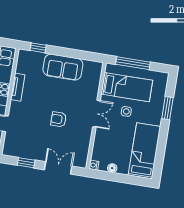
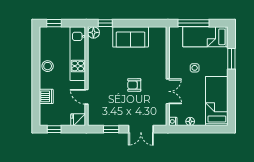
floor lamp: (24, 56) -> (93, 32), added
tv unit: (18, 87) -> (92, 62), removed
bed: (127, 87) -> (205, 37), moved, turned 180
double door: (96, 114) -> (168, 91), moved
double door: (58, 168) -> (141, 129), swing flipped

